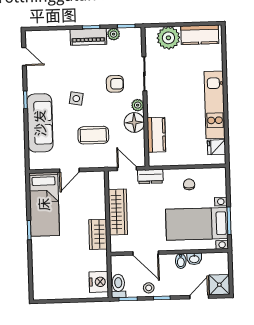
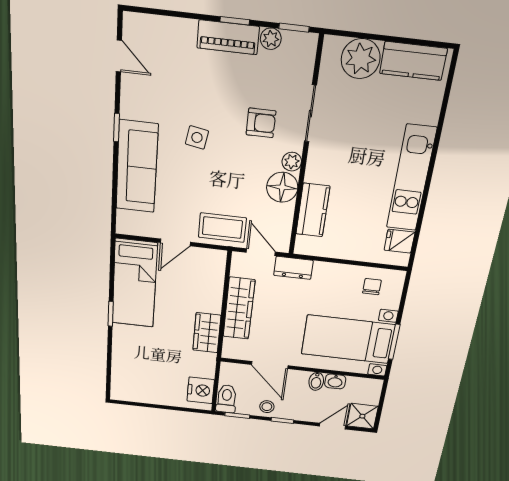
coffee table: (93, 135) -> (222, 228), moved
chair: (189, 184) -> (372, 287), moved

